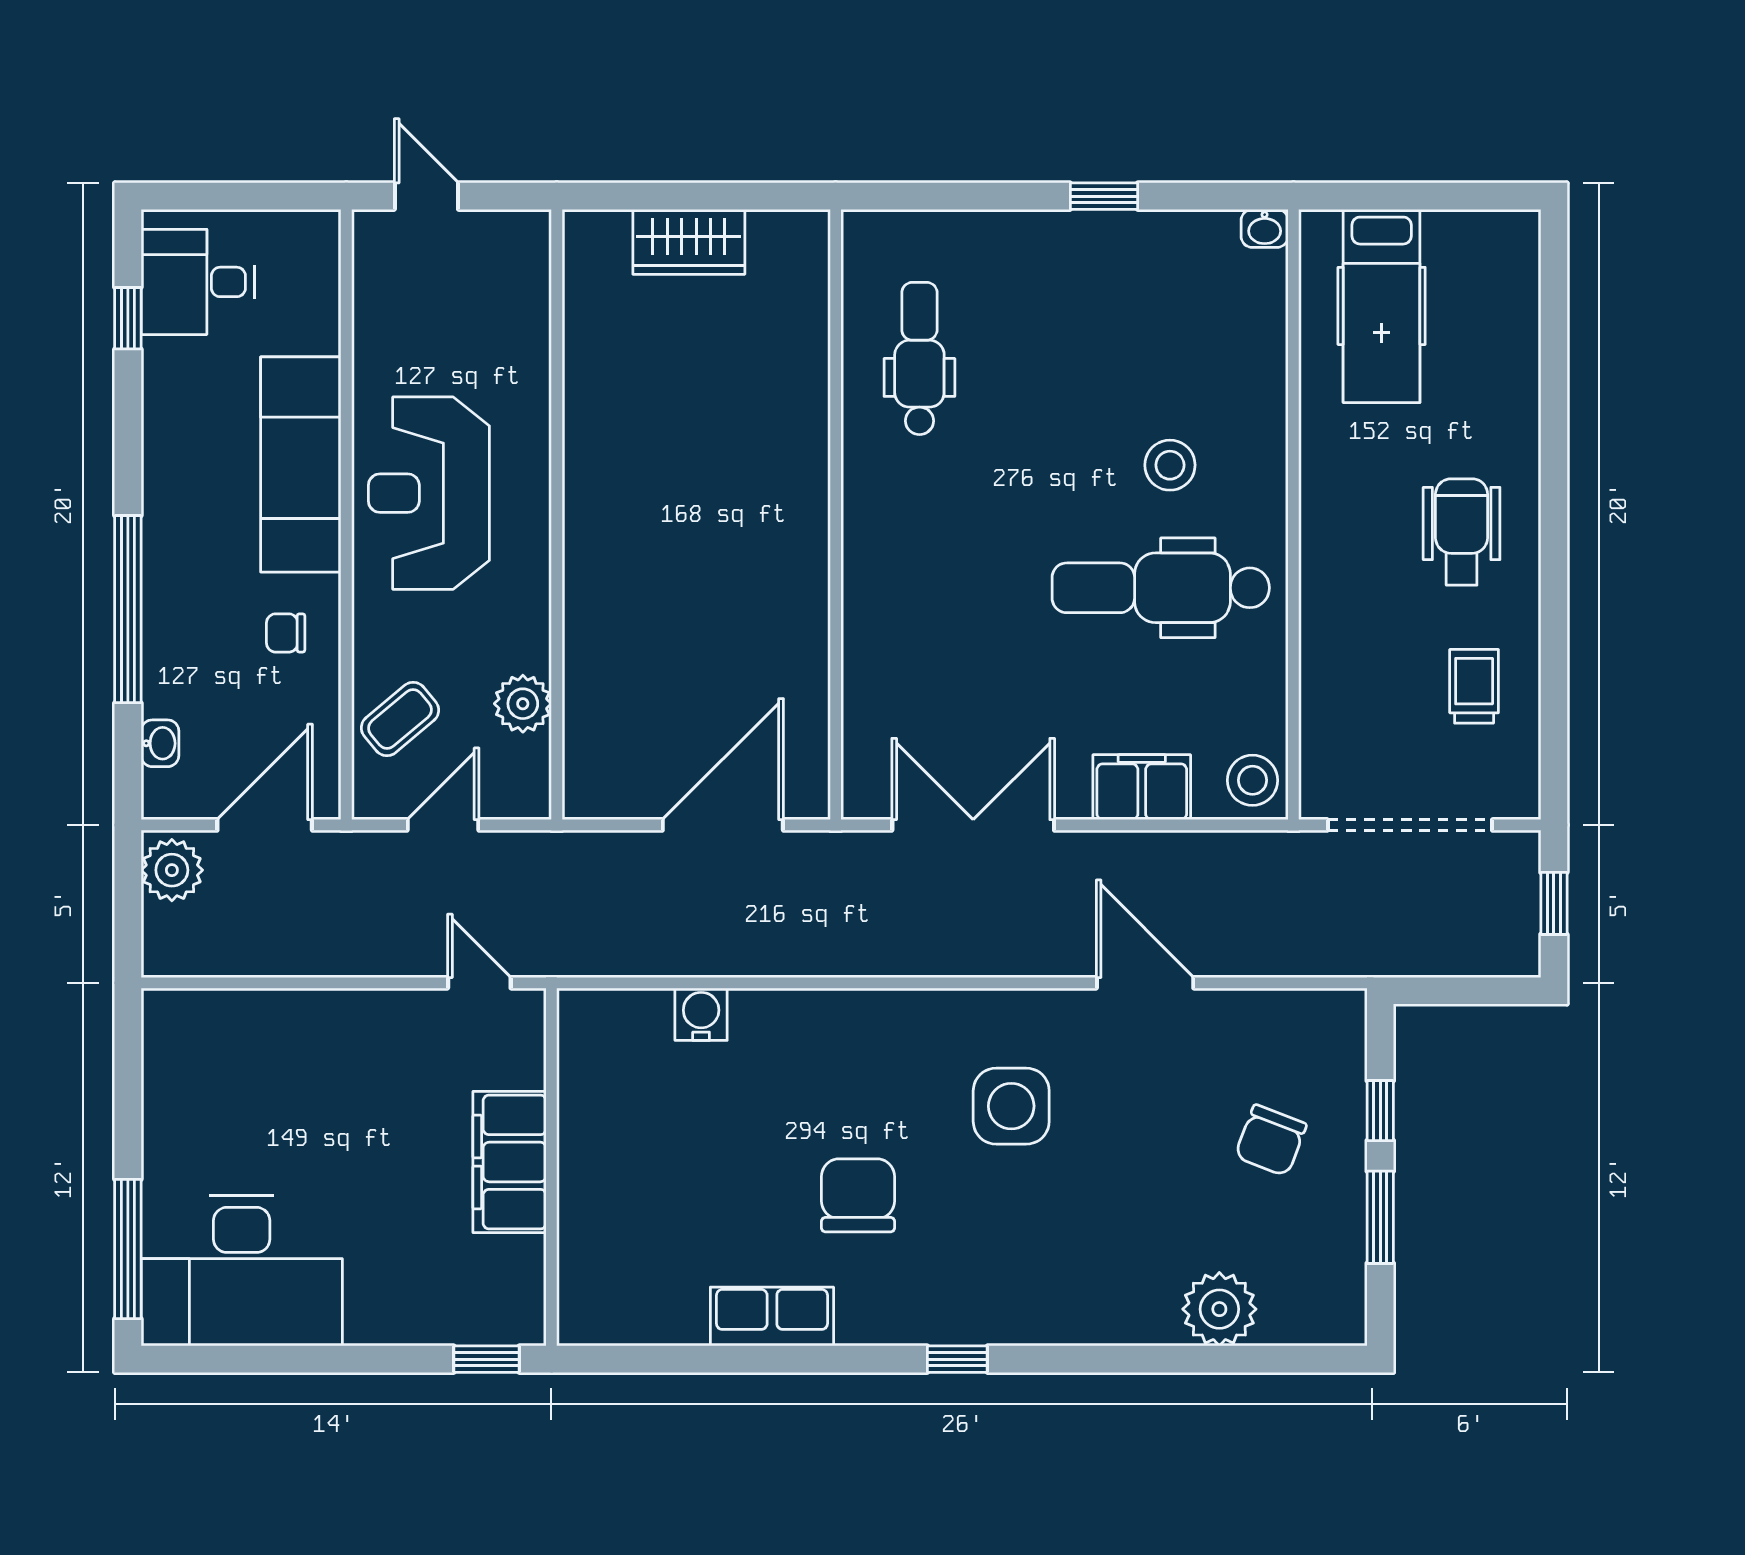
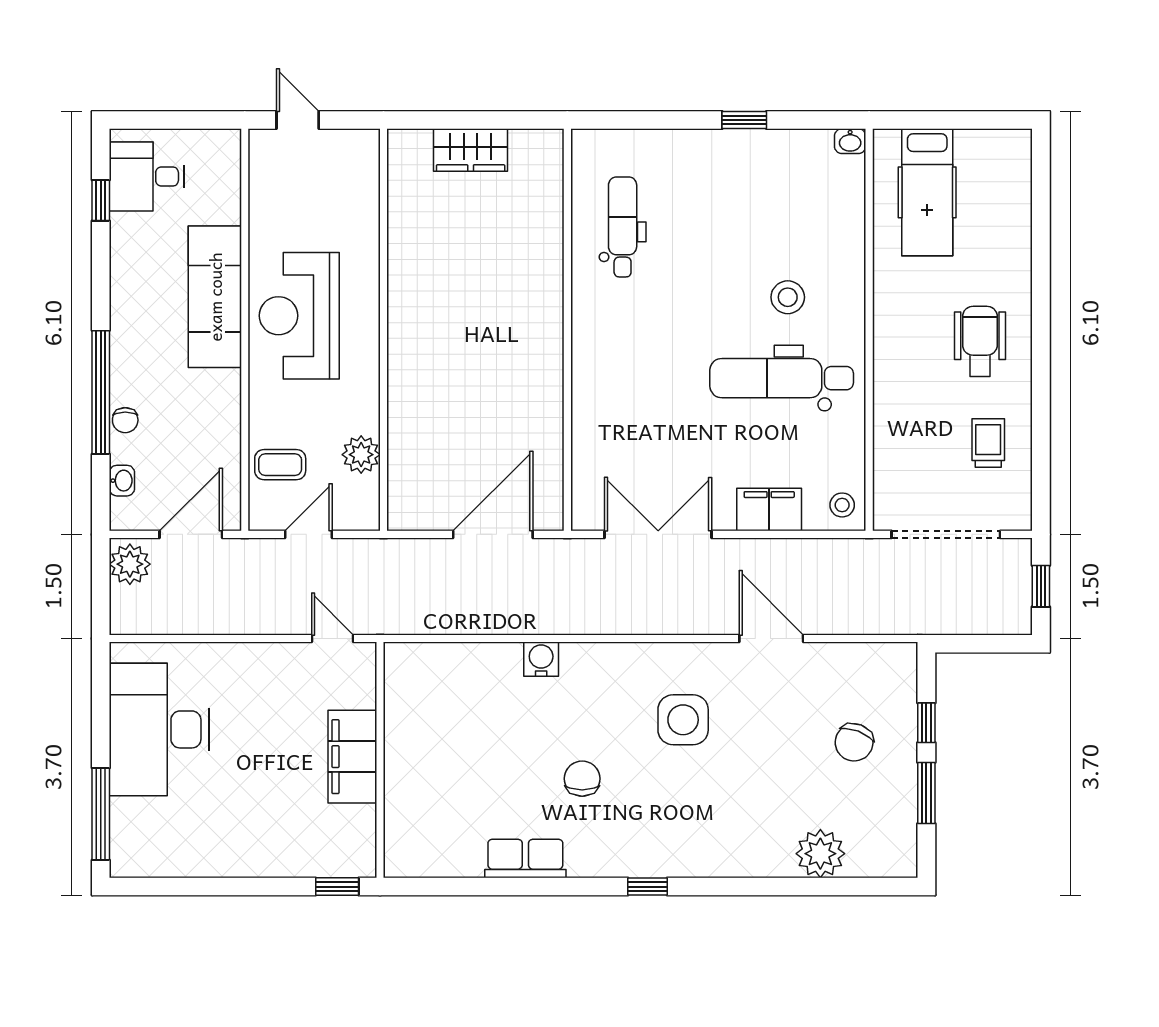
chair: (286, 633) -> (125, 420), moved, turned -90
coffee table: (400, 719) -> (280, 465), turned 40
stool: (1252, 780) -> (842, 505), width x0.73, depth x0.73
water cooler: (701, 1014) -> (541, 659), moved
chair: (858, 1195) -> (582, 779), width x0.73, depth x0.73
desk: (242, 1271) -> (159, 729), moved, turned 90

